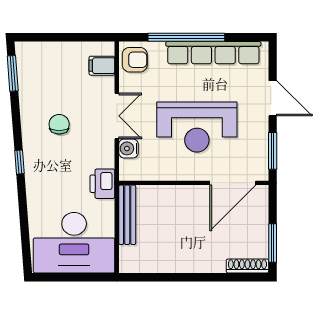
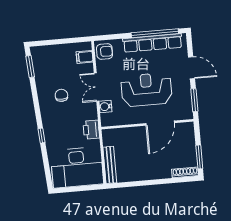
window: (186, 37) -> (155, 33), moved
double door: (117, 116) -> (96, 87), swing flipped
reception desk: (197, 127) -> (146, 90), turned 180
window: (19, 162) -> (42, 136), moved
door: (233, 183) -> (160, 123), moved
bench: (127, 215) -> (110, 165), moved

